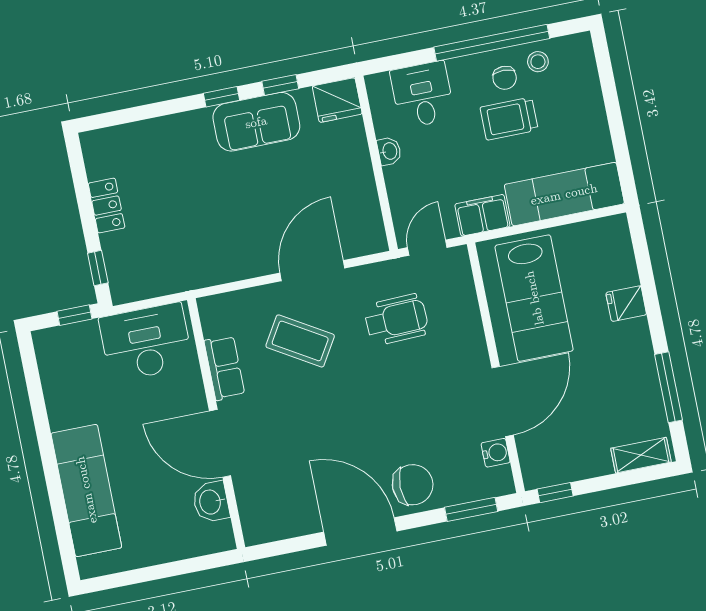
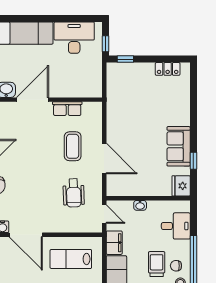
window: (222, 97) -> (193, 132), removed
washbasin: (389, 151) -> (140, 205), moved
locker: (107, 206) -> (168, 69), moved
lab bench: (534, 298) -> (71, 259), width x0.73, depth x0.72
coffee table: (300, 341) -> (73, 146), turned -31
desk: (146, 342) -> (74, 38), moved, turned -90

